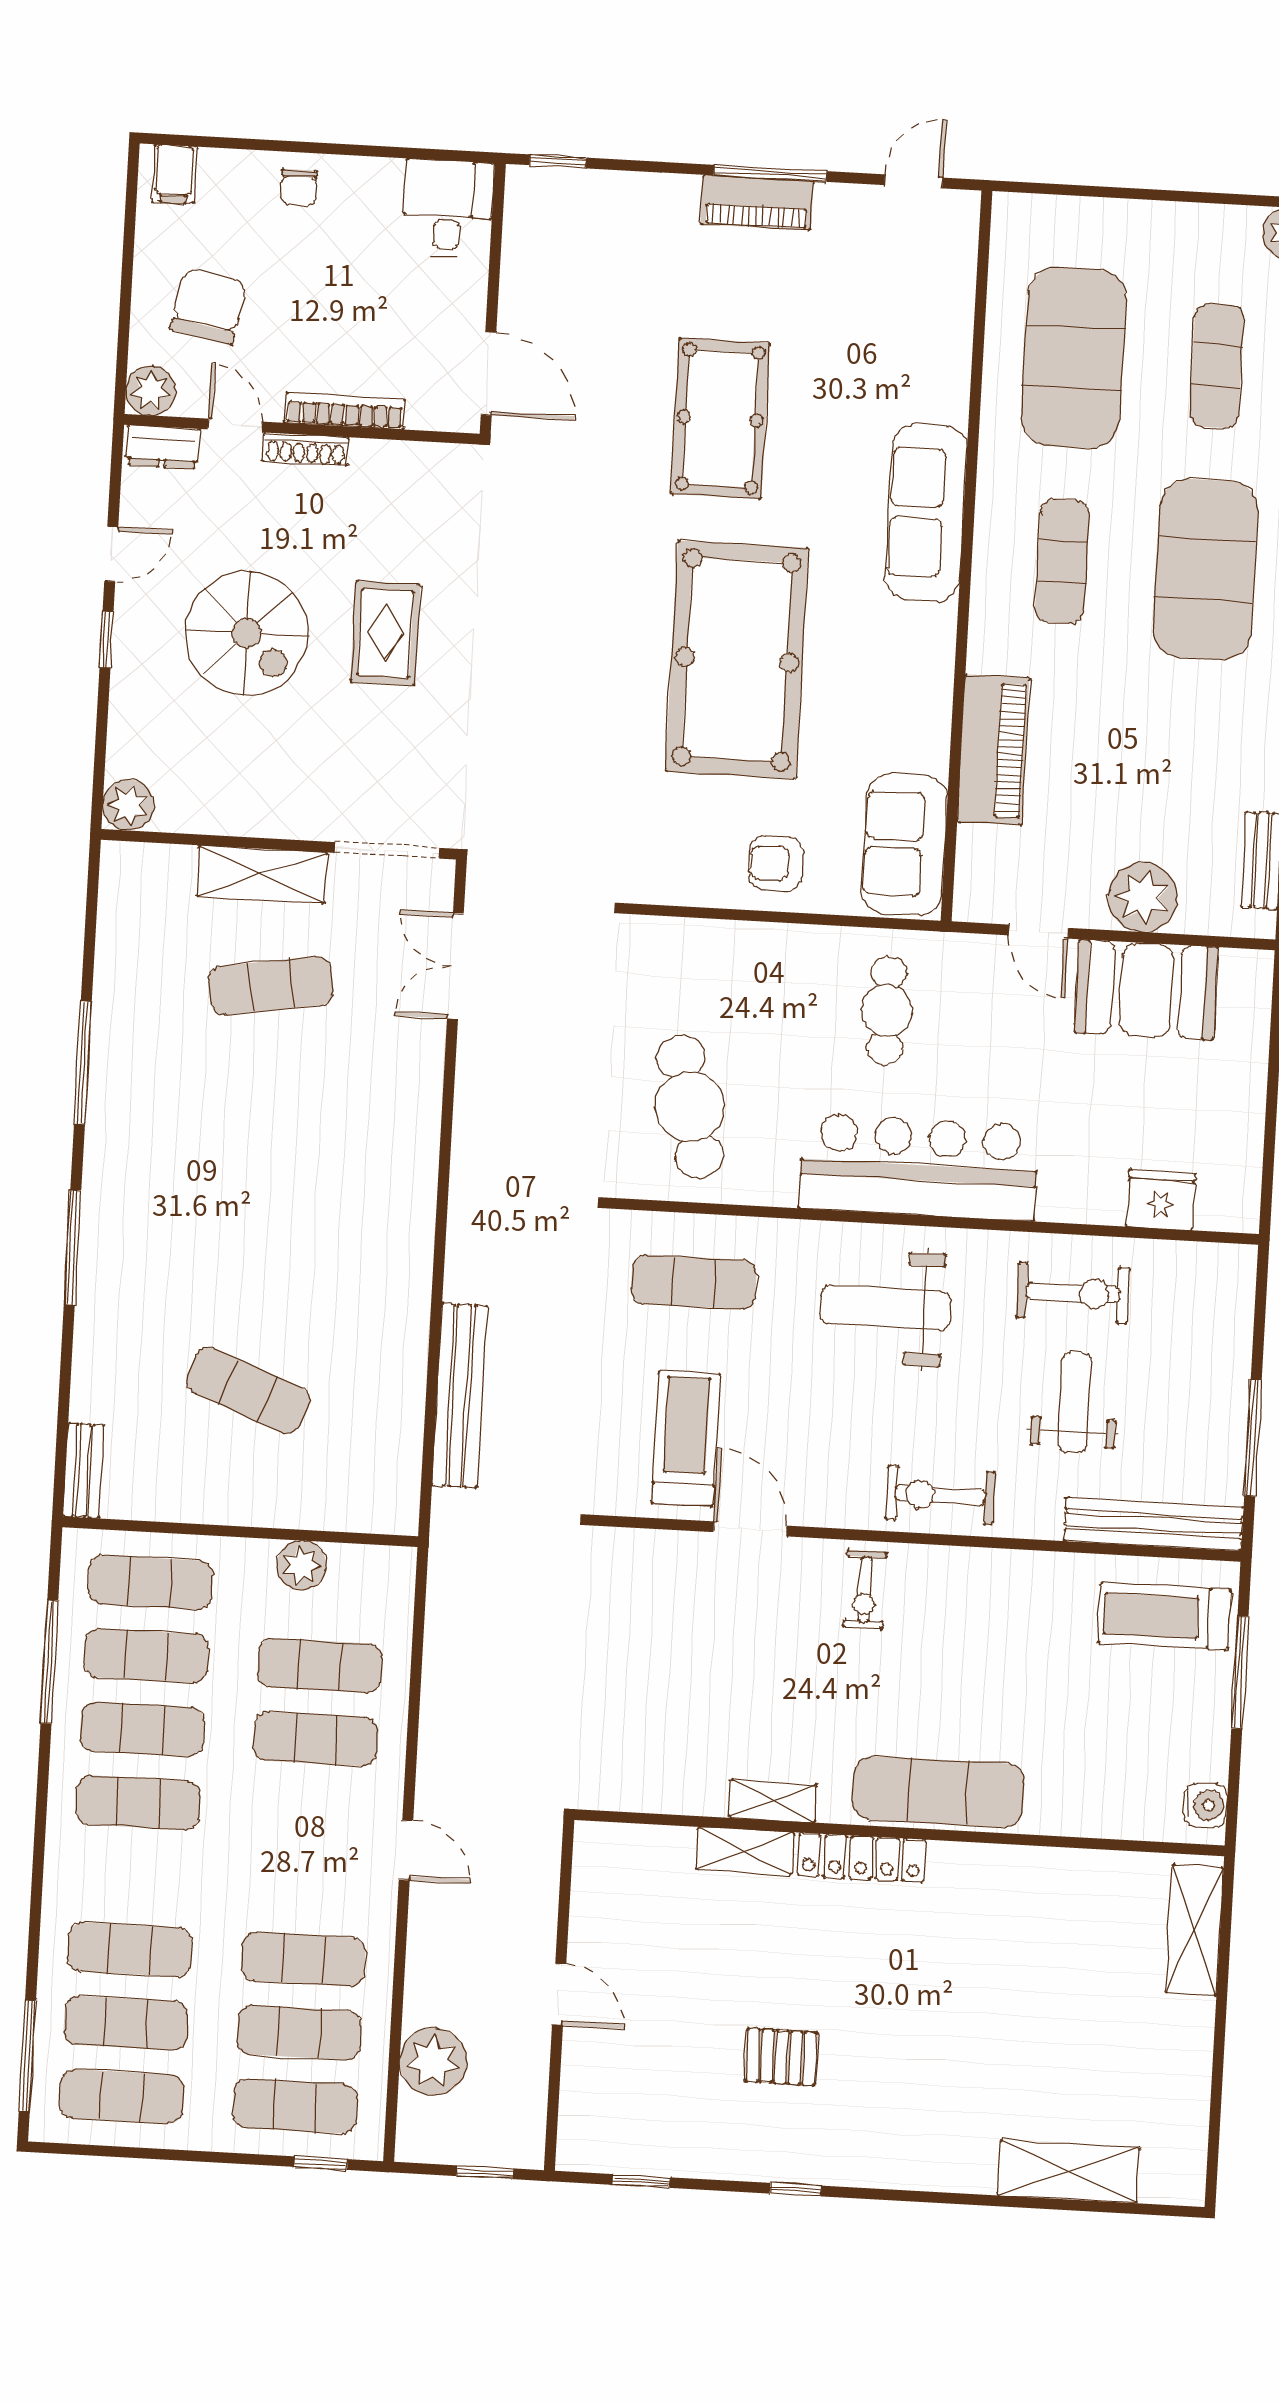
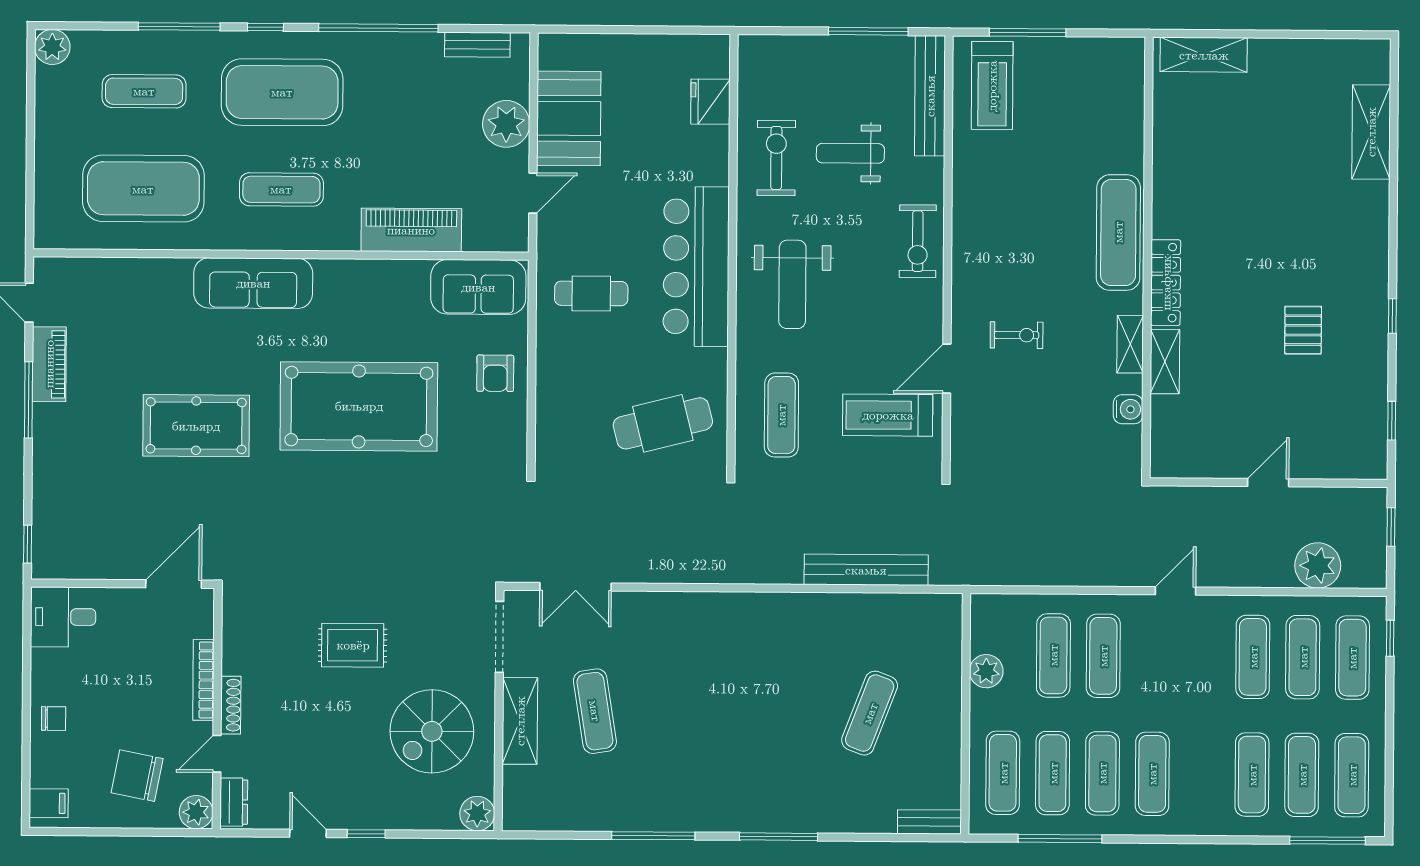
piano: (757, 203) -> (49, 364), moved
spiral stairs: (246, 633) -> (432, 731), moved, turned 180
exercise bike: (865, 1589) -> (1017, 335), moved
water cooler: (1205, 1805) -> (1128, 409), moved, turned 90

